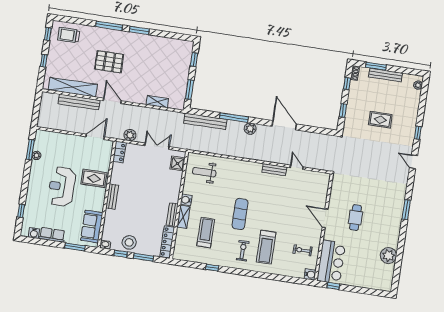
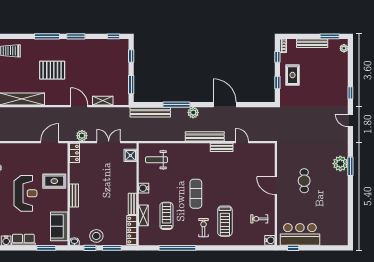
window: (179, 36) -> (114, 36), added
window: (376, 66) -> (330, 36), moved
door: (112, 101) -> (79, 106), moved
bench: (79, 102) -> (205, 136), moved
rug: (380, 120) -> (293, 75), moved, turned 90
reception desk: (62, 187) -> (25, 193), turned 180
shelving: (183, 217) -> (143, 215), moved
plant: (388, 256) -> (340, 164), moved
bar counter: (331, 262) -> (300, 234), moved, turned -90
window: (212, 268) -> (177, 248), width x3.17

